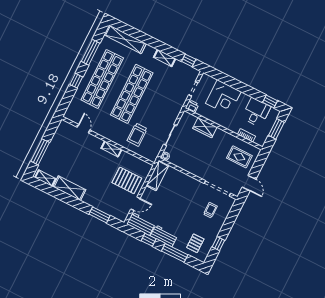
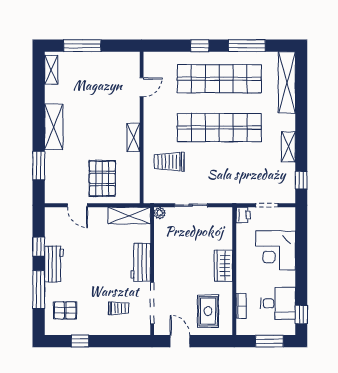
wardrobe: (205, 128) -> (223, 266), moved
door: (249, 183) -> (180, 341), swing flipped
shelving: (69, 188) -> (54, 127), moved
workbench: (141, 224) -> (140, 262), moved, turned 180

